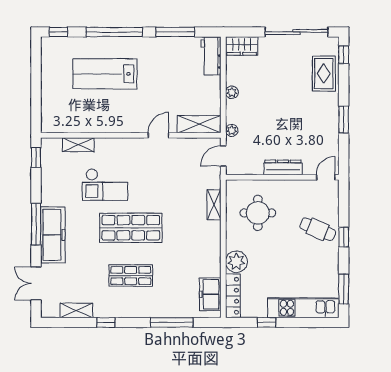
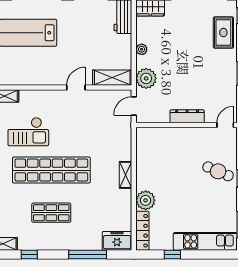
plant: (232, 130) -> (146, 78), width x1.88, depth x1.88
shelving: (214, 205) -> (126, 175), moved
round table: (258, 213) -> (165, 157), removed
shop shelf: (131, 228) -> (51, 170), width x1.40
freezer: (210, 294) -> (117, 241), moved, turned 90

